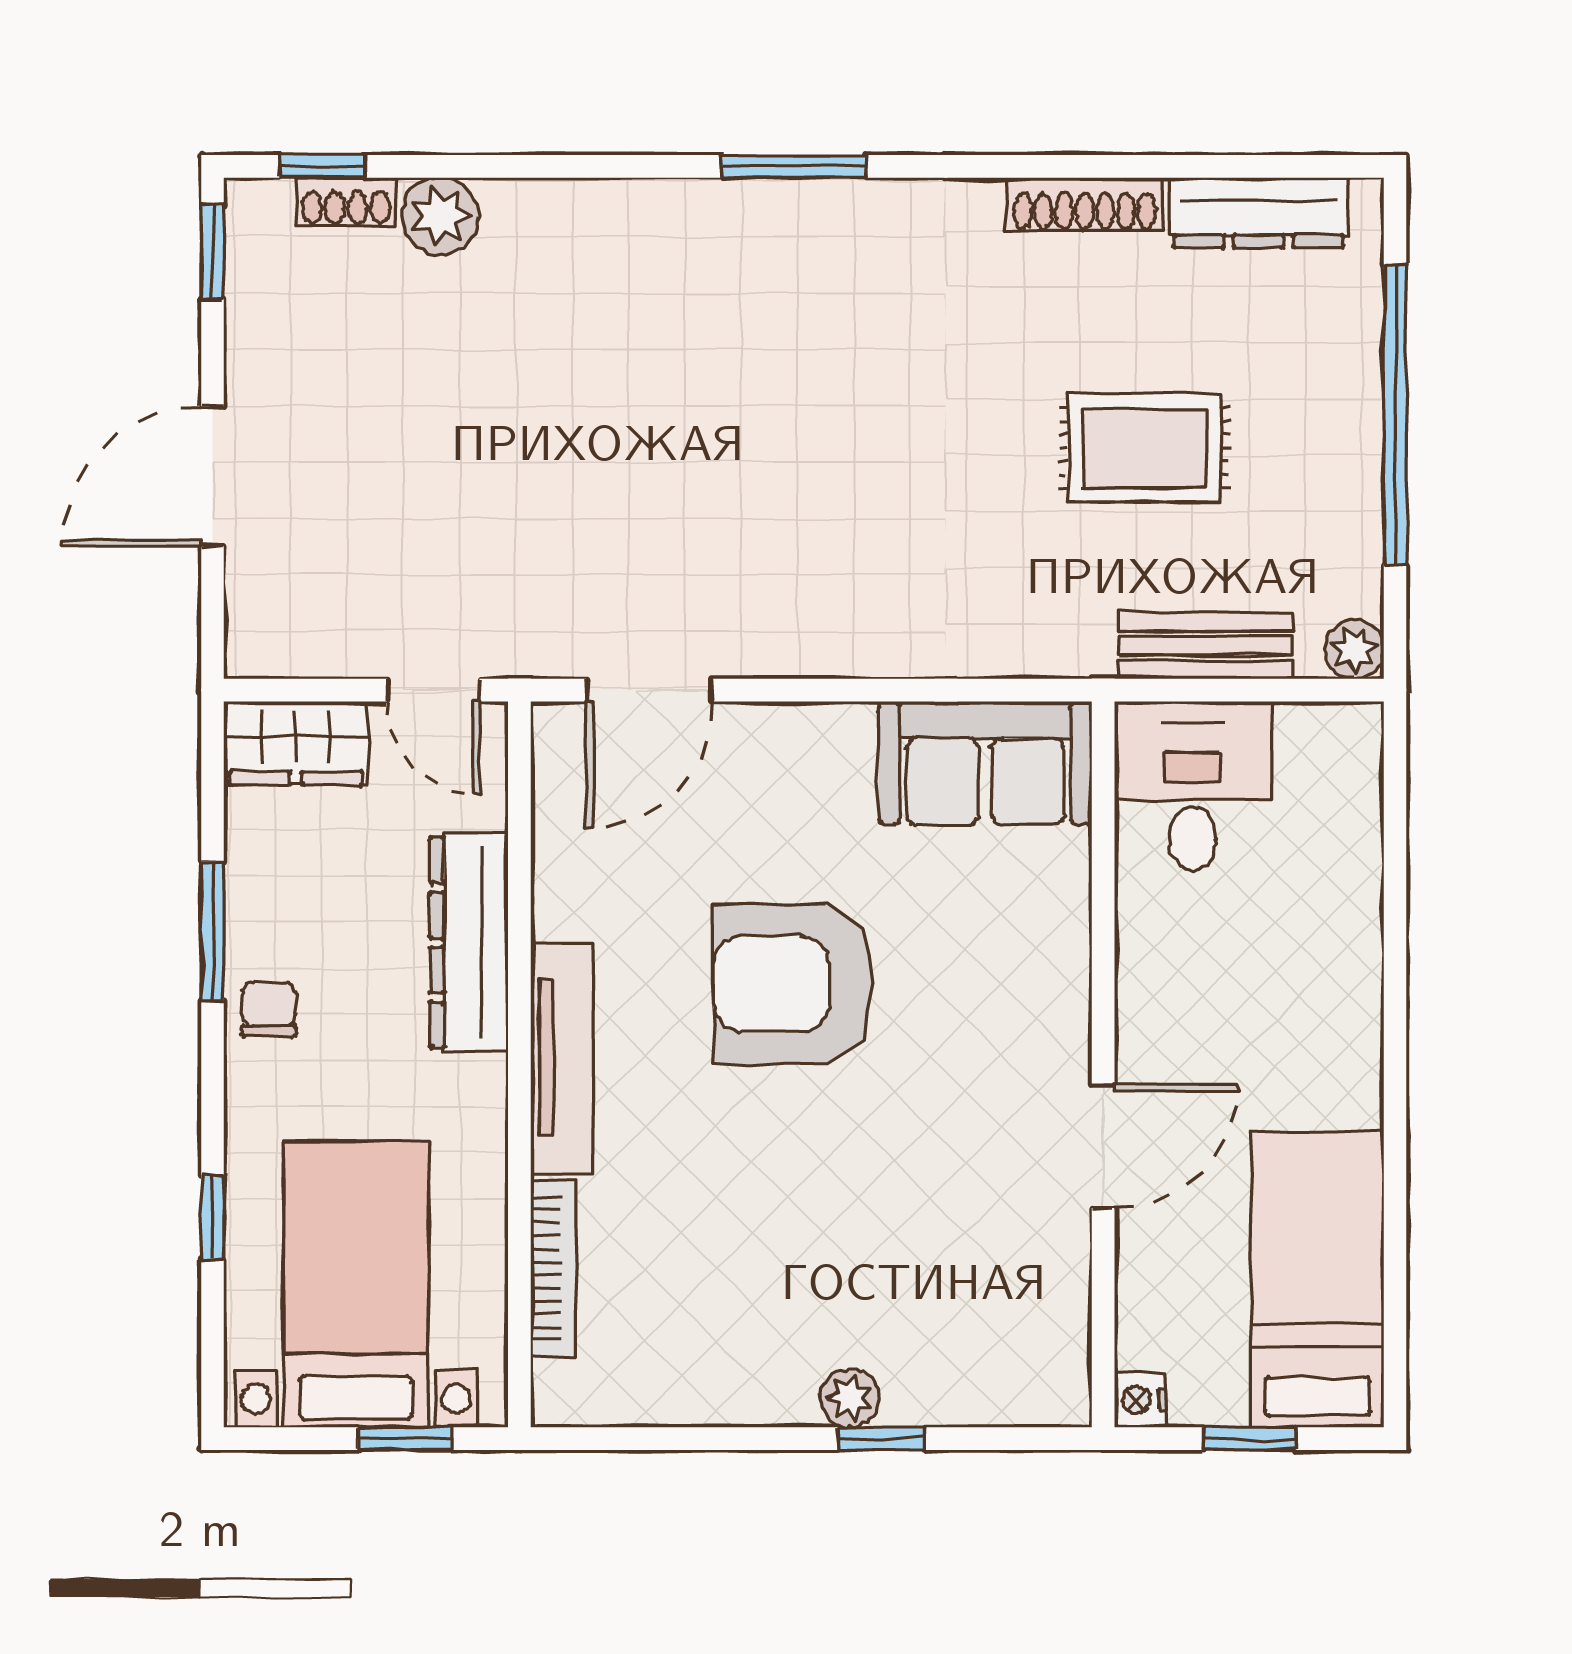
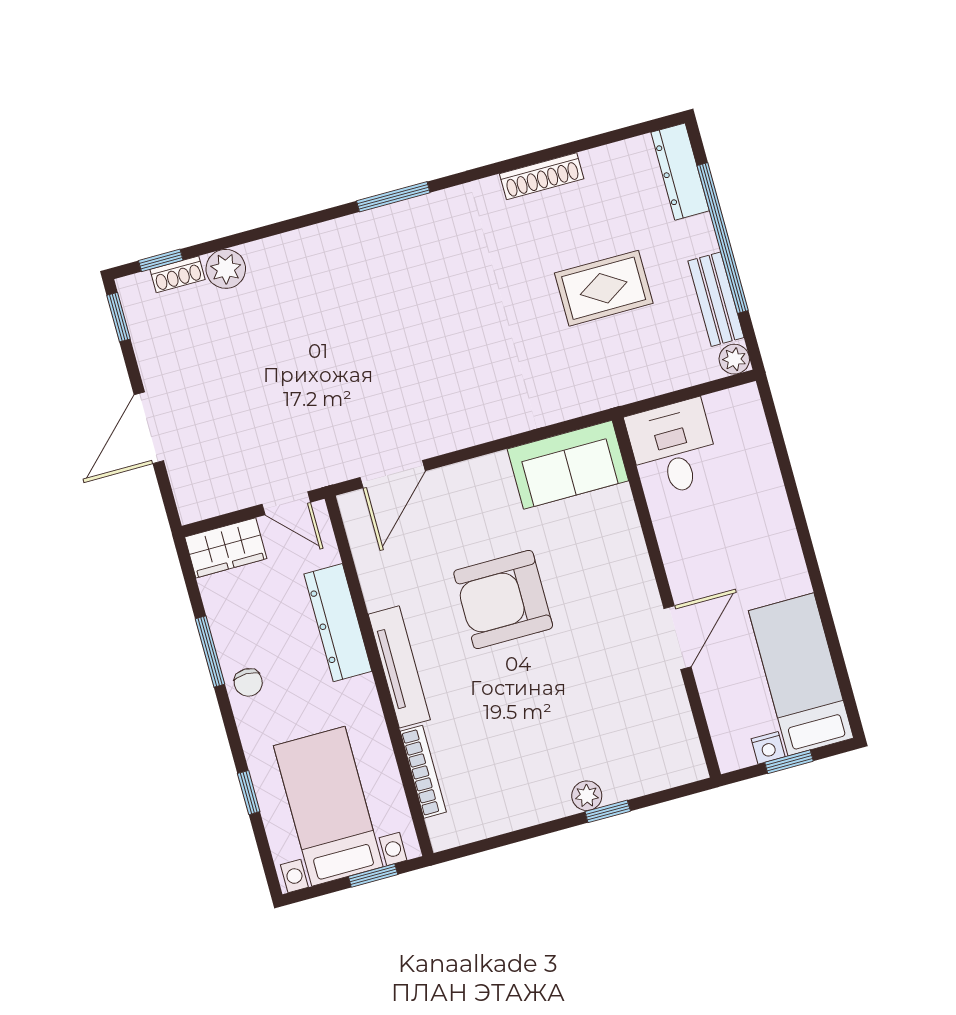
dresser: (1259, 213) -> (680, 172), moved, turned 90
bench: (1206, 646) -> (716, 299), moved, turned 90
chair: (269, 1009) -> (248, 682), turned 180
nightstand: (1140, 1400) -> (768, 748), moved, turned -90

